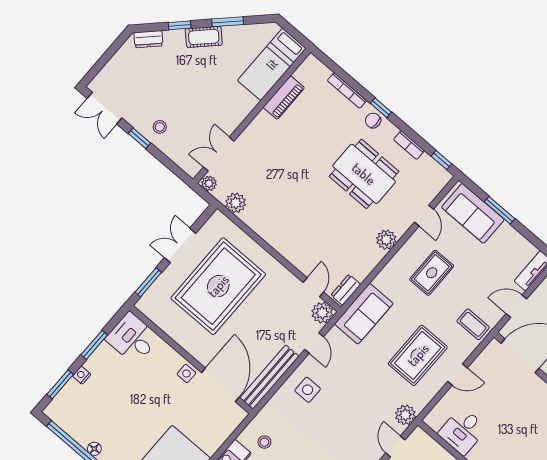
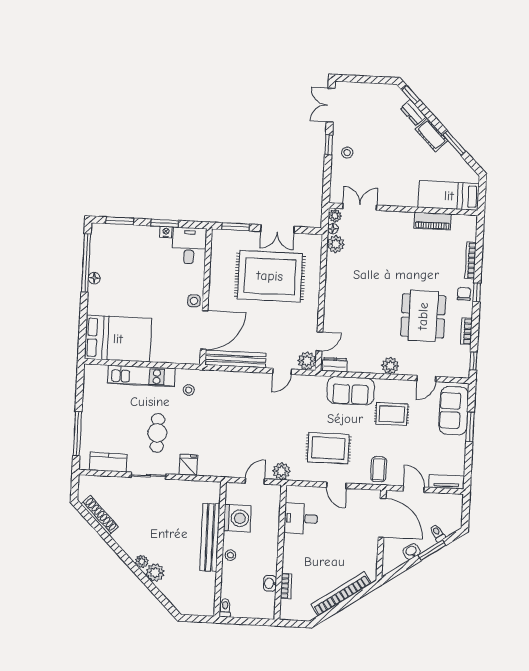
window: (180, 25) -> (411, 95), moved
dresser: (148, 39) -> (413, 113), moved
floor lamp: (219, 194) -> (333, 229), added
double door: (180, 245) -> (277, 229), swing flipped
sofa: (364, 314) -> (351, 391), moved
nightstand: (82, 375) -> (166, 232), moved
side table: (308, 390) -> (247, 392), removed

